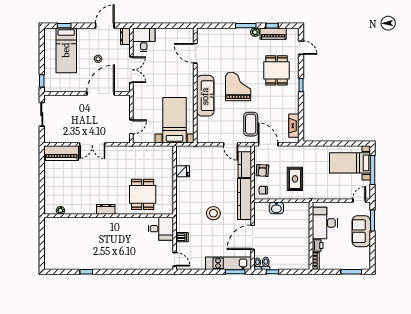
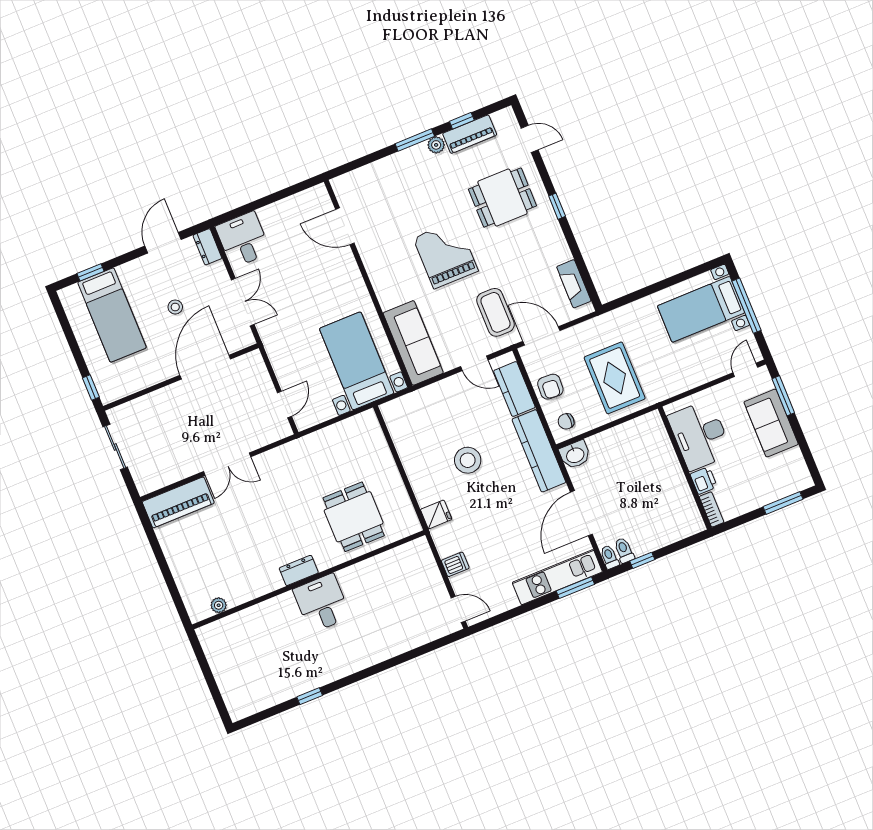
dining table: (277, 70) -> (502, 198), turned 90
sofa: (205, 96) -> (413, 343), moved
fridge: (183, 171) -> (436, 514), moved
rug: (295, 179) -> (615, 378), width x1.36, depth x1.43
washbasin: (276, 208) -> (575, 455), moved
stool: (213, 213) -> (468, 460), moved
desk: (161, 229) -> (322, 603), moved, turned -90

